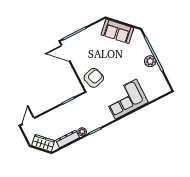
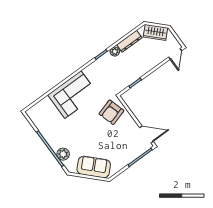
plant: (150, 61) -> (63, 154), moved

